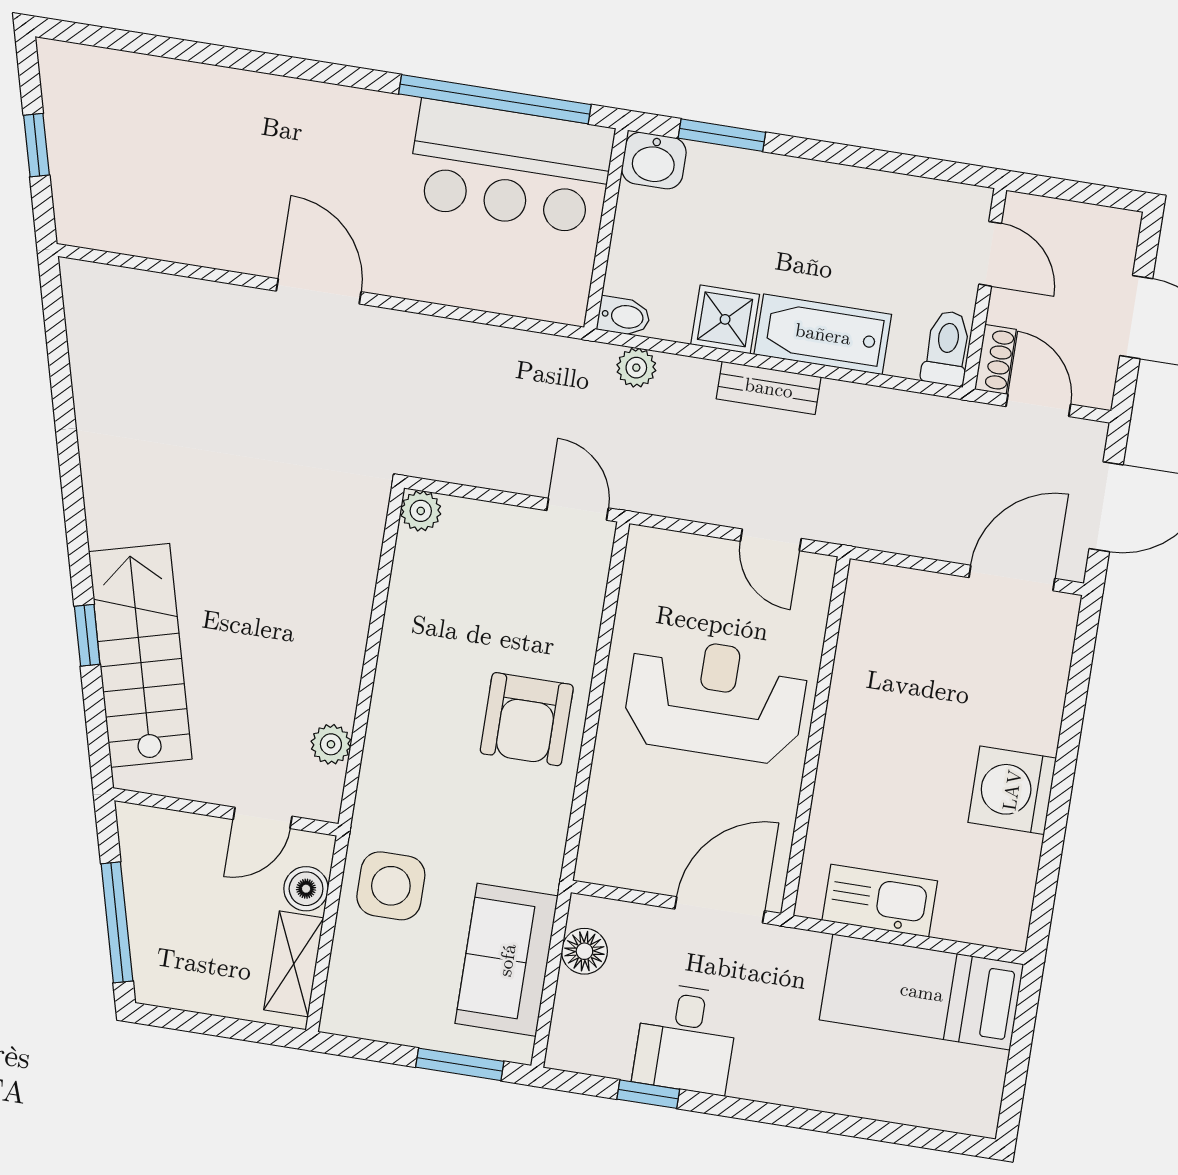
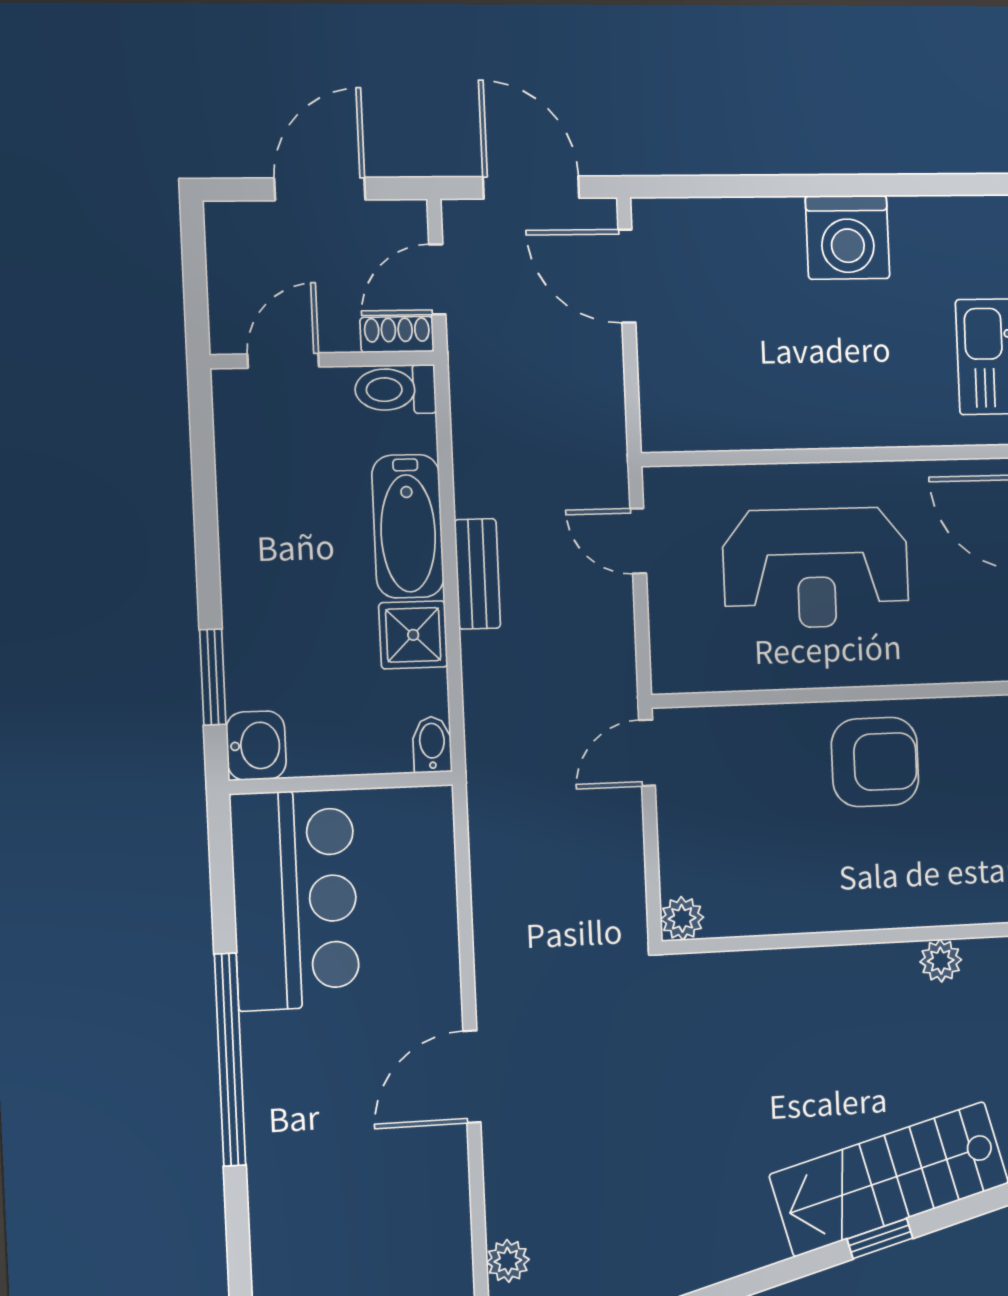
window: (495, 99) -> (230, 1060), moved
plant: (636, 368) -> (508, 1261), moved
door: (771, 540) -> (638, 541), swing flipped
reception desk: (715, 699) -> (816, 568), turned -90

